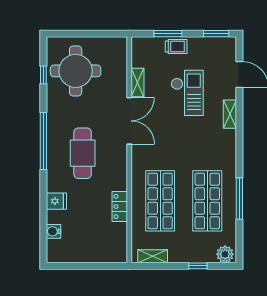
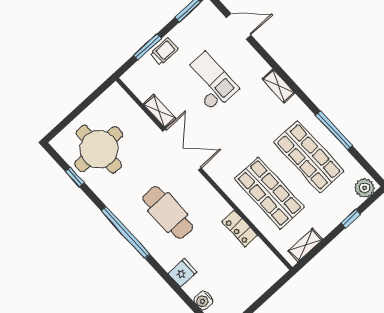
shelving: (230, 114) -> (278, 86), moved

